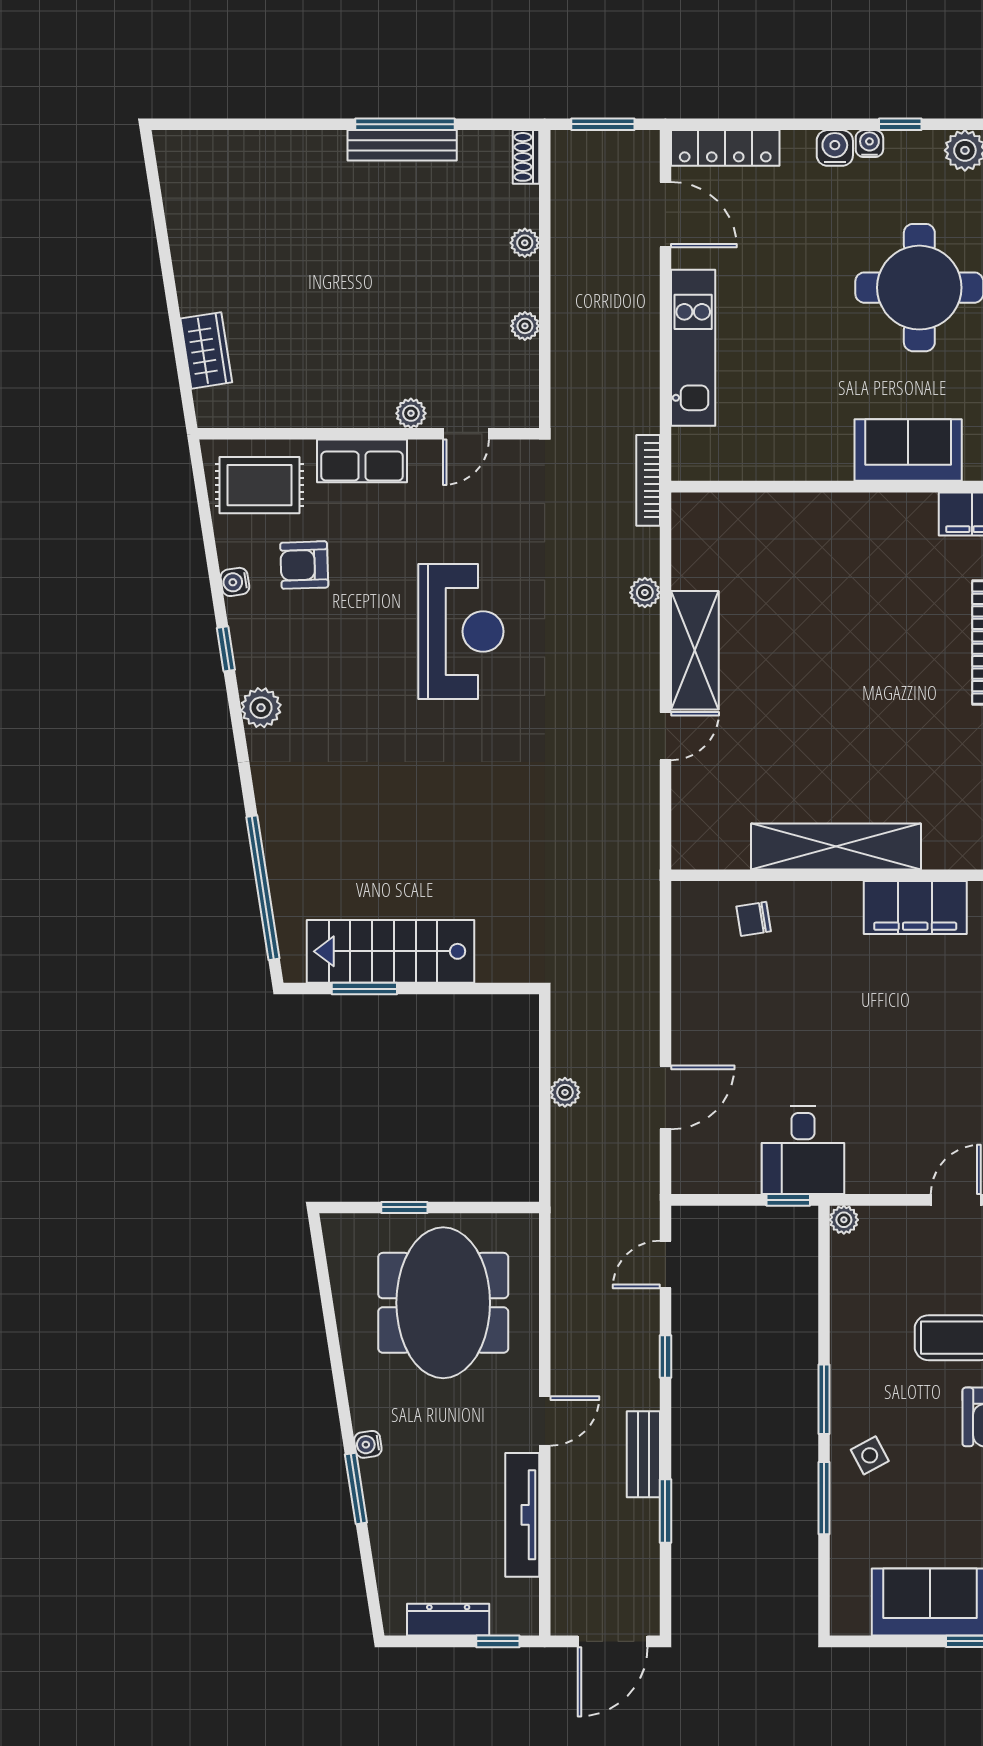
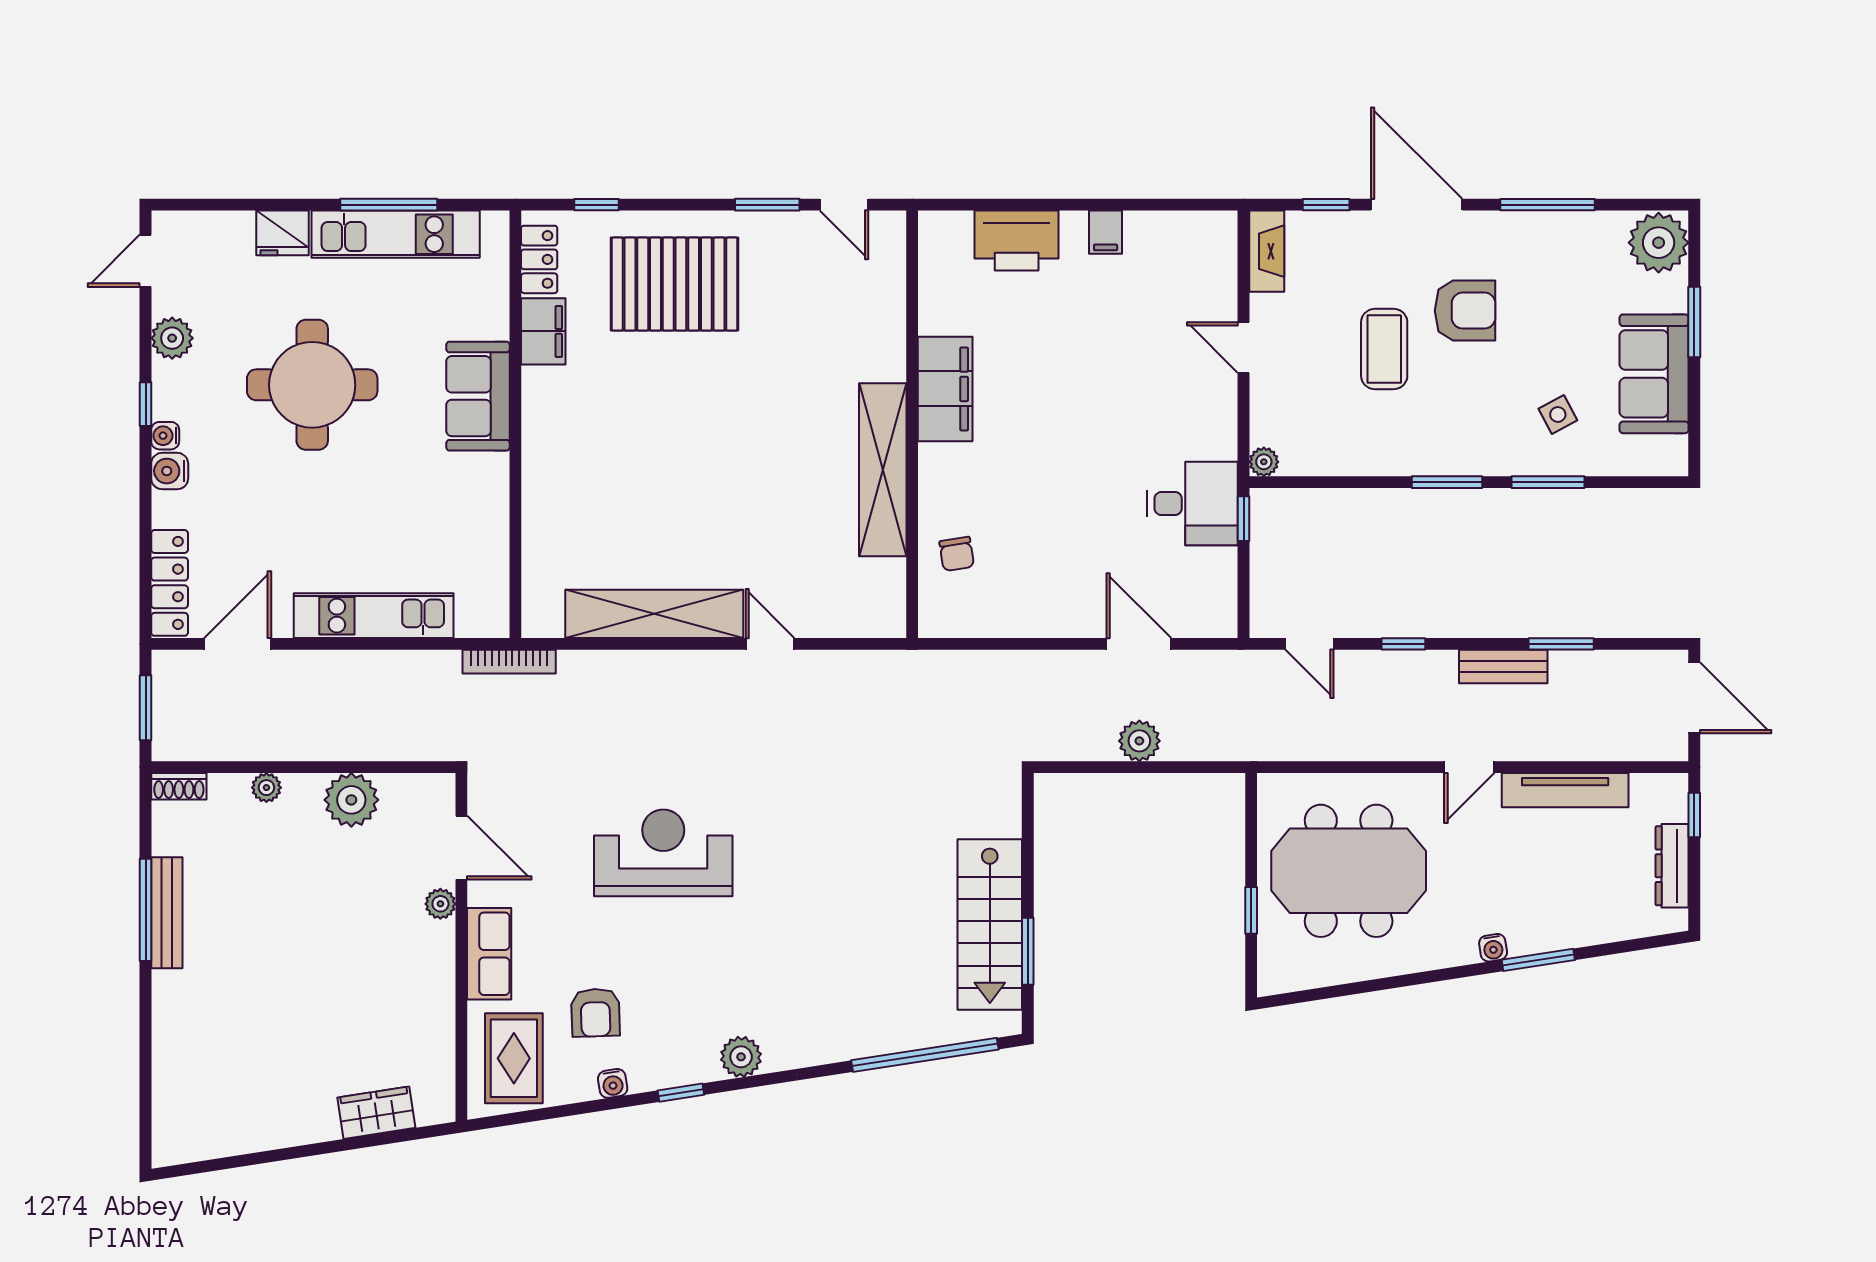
plant: (525, 326) -> (351, 800), width x1.87, depth x1.87
door: (466, 434) -> (461, 848), width x1.38
plant: (645, 593) -> (623, 665), removed
shelving: (695, 650) -> (654, 614), width x1.47
plant: (565, 1092) -> (1139, 741), width x1.38, depth x1.38
door: (545, 1421) -> (1469, 767), swing flipped
side table: (870, 1455) -> (1558, 414), moved

